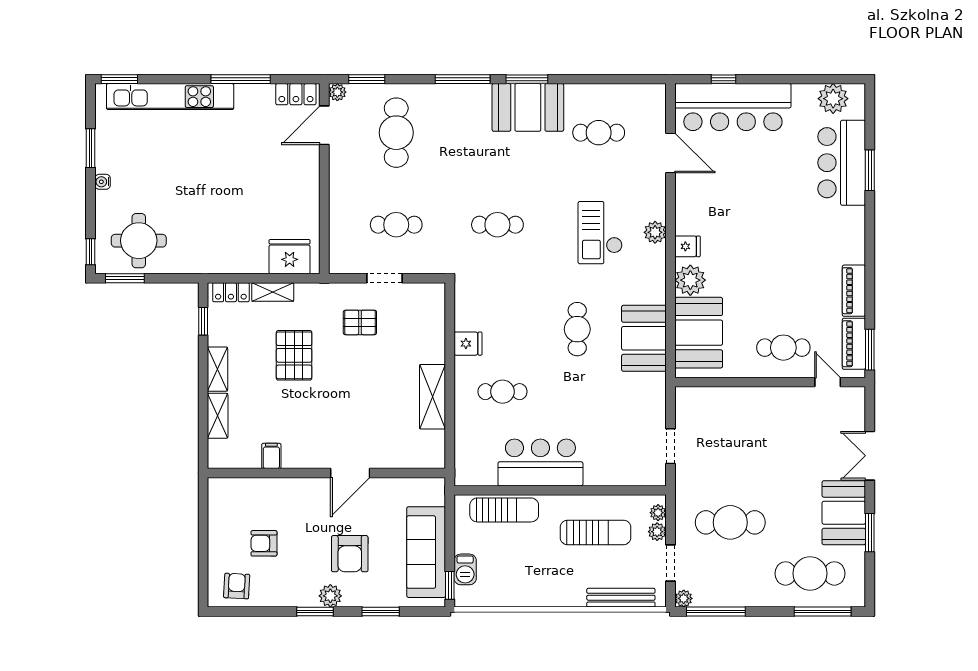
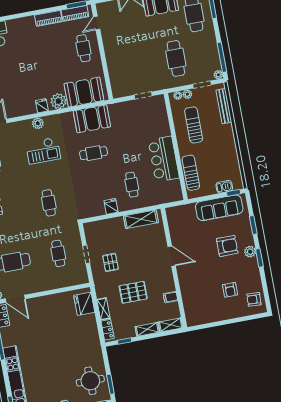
filing cabinet: (271, 456) -> (170, 297), moved
wall: (326, 473) -> (174, 268), moved
door: (350, 473) -> (172, 256), moved

